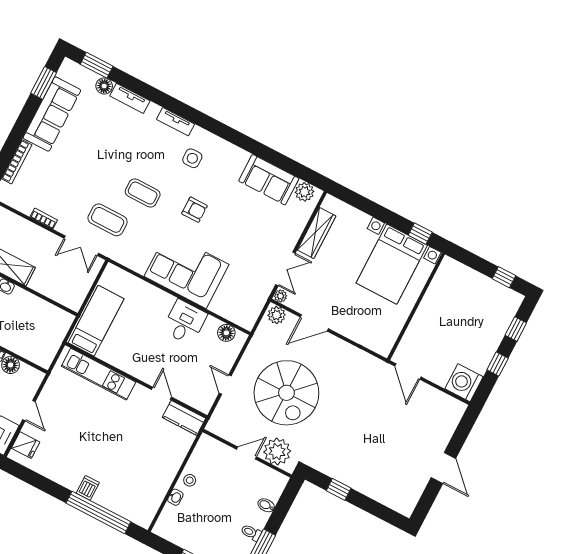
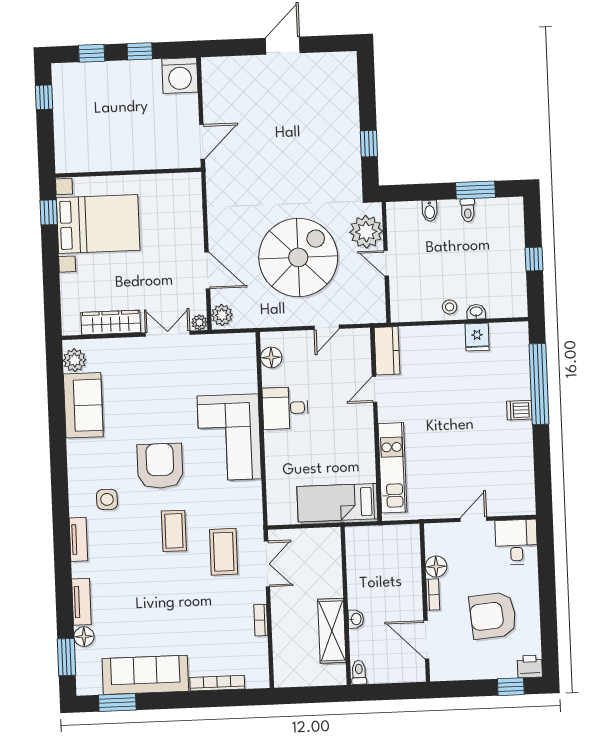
armchair: (194, 210) -> (160, 466), width x1.88, depth x1.88
fridge: (26, 445) -> (477, 337), moved, turned 180

